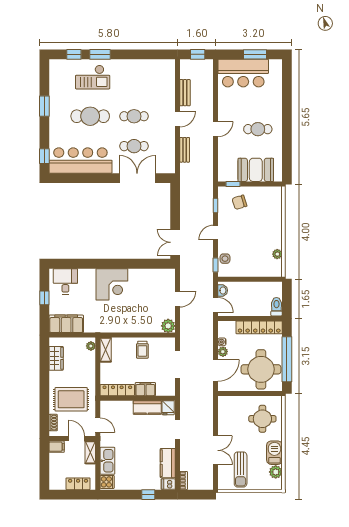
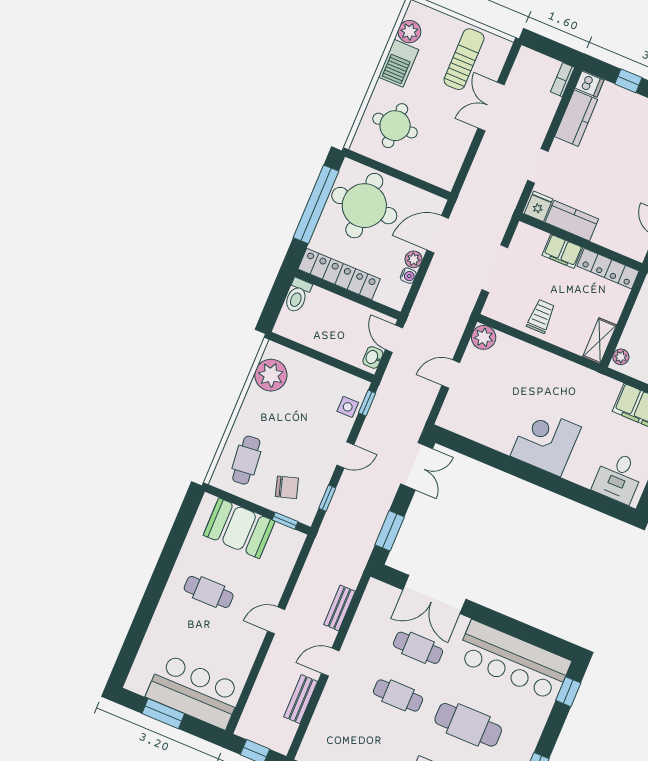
window: (175, 202) -> (390, 531), added
cafe table: (267, 208) -> (246, 460), added
plant: (277, 254) -> (271, 375), width x1.88, depth x1.88

